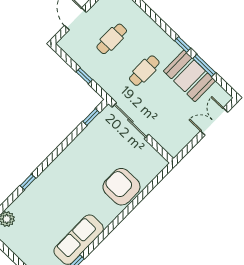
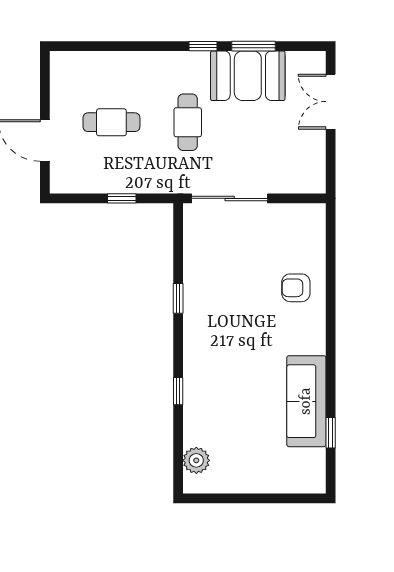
cafe table: (112, 39) -> (111, 122), turned 90
window: (91, 117) -> (178, 298), moved
armchair: (121, 187) -> (296, 288), width x0.53, depth x0.53

